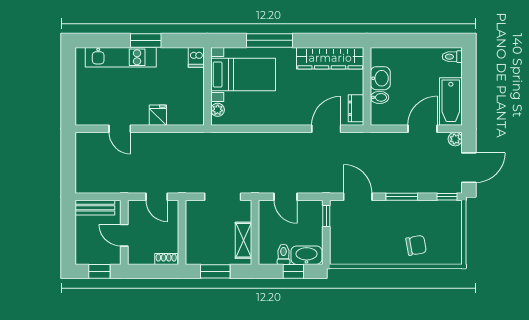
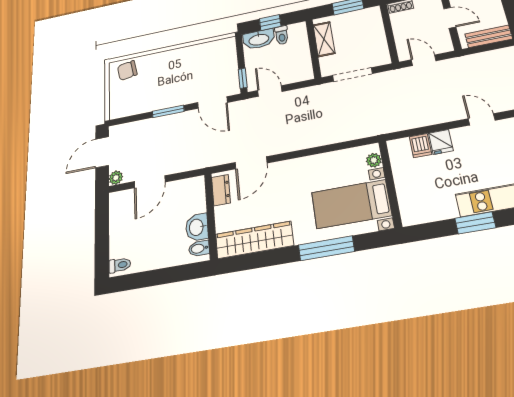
dishwasher: (196, 57) -> (420, 146), moved, turned 180
bidet: (379, 97) -> (199, 248), moved
bathtub: (451, 101) -> (121, 216), removed
door: (285, 197) -> (270, 91), moved
window: (447, 197) -> (123, 120), removed
chair: (416, 245) -> (127, 70), moved

